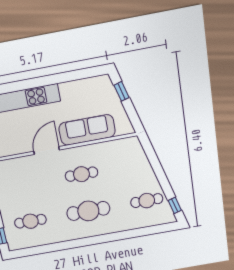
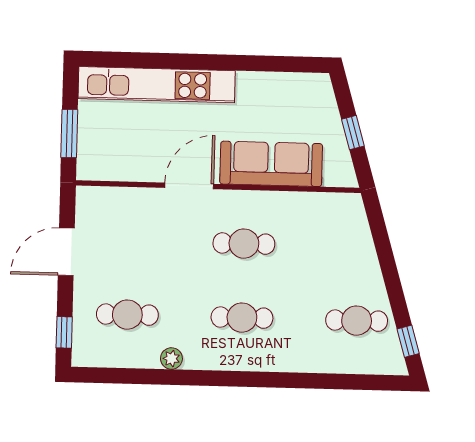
window: (122, 91) -> (353, 133), moved
cafe table: (88, 211) -> (242, 318), width x0.73, depth x0.74
plant: (57, 238) -> (171, 358), added

